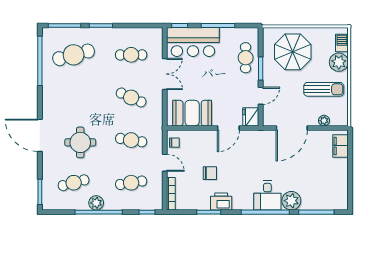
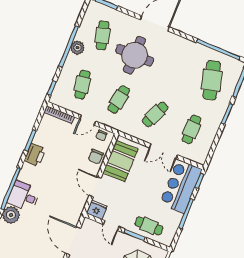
round table: (80, 142) -> (135, 55), width x1.36, depth x1.36
chair: (210, 173) -> (96, 157), moved

